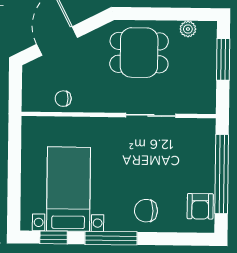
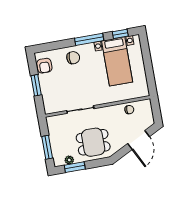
window: (180, 14) -> (75, 167), added
window: (222, 174) -> (36, 85), width x0.47
armchair: (200, 206) -> (44, 66), turned 180

